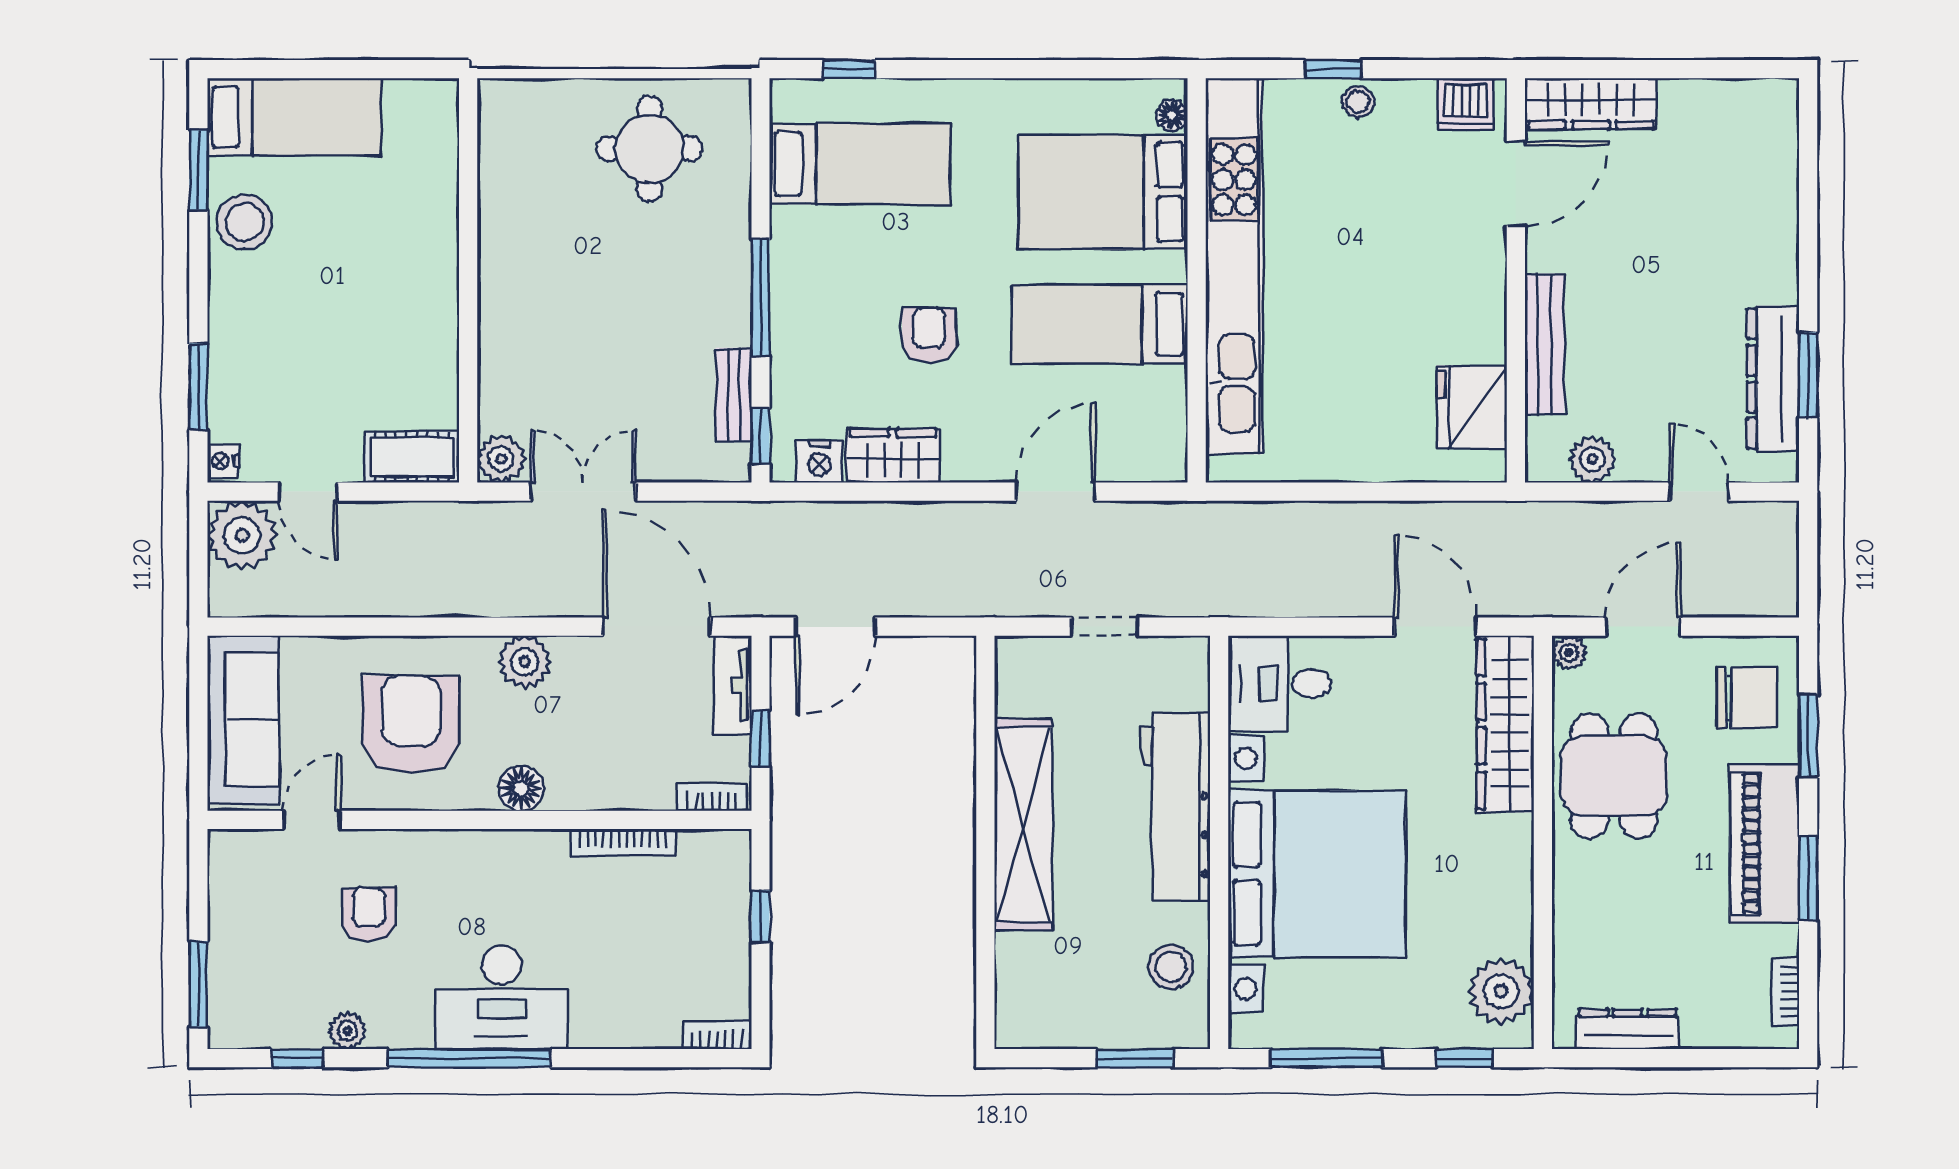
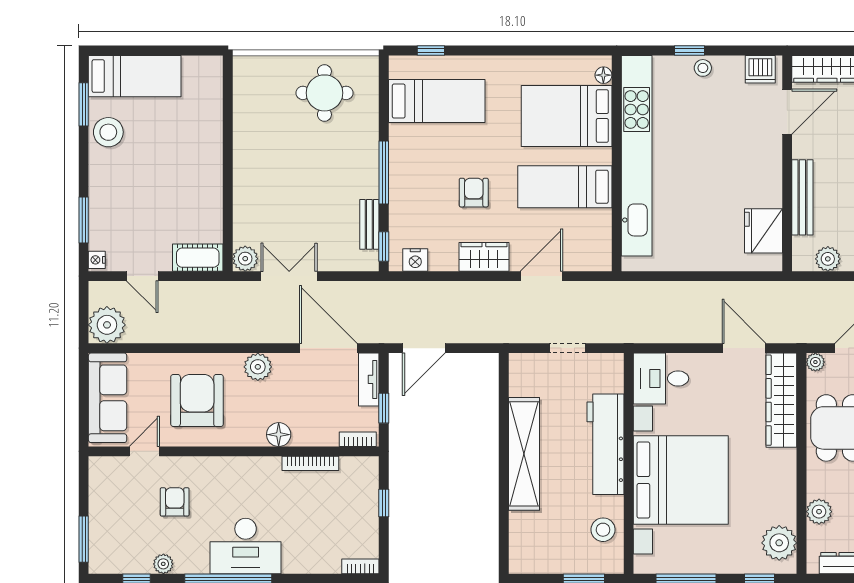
wardrobe: (893, 456) -> (484, 257), moved
plant: (242, 535) -> (107, 325), moved
floor lamp: (521, 788) -> (279, 435), moved
plant: (1576, 933) -> (819, 512), added

